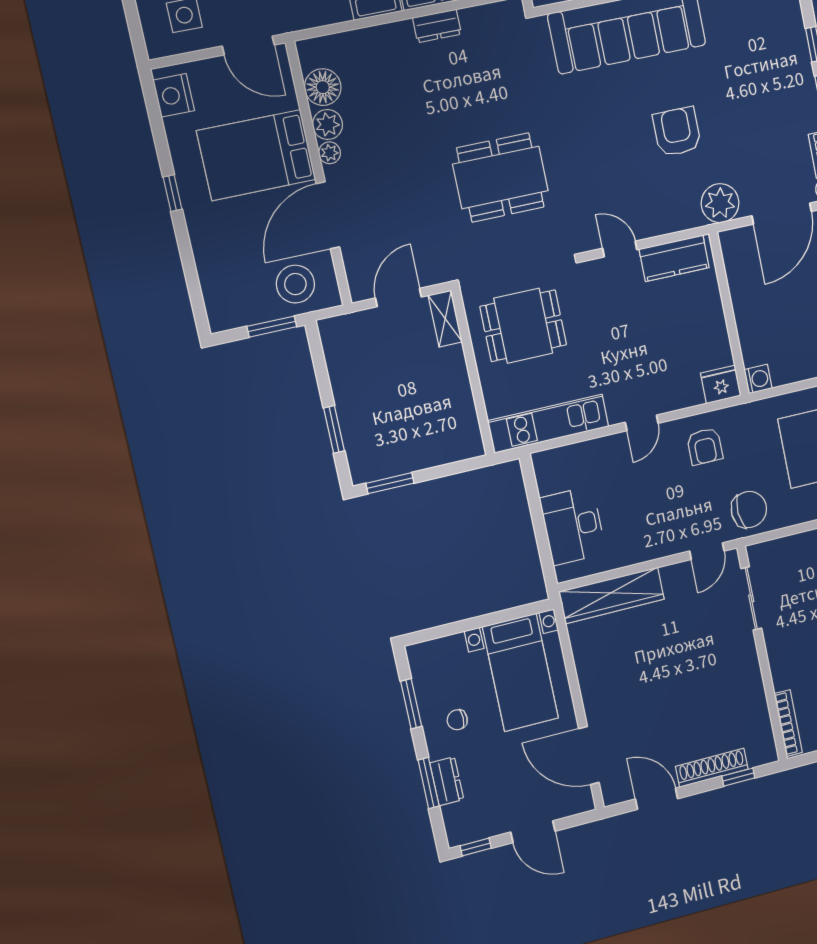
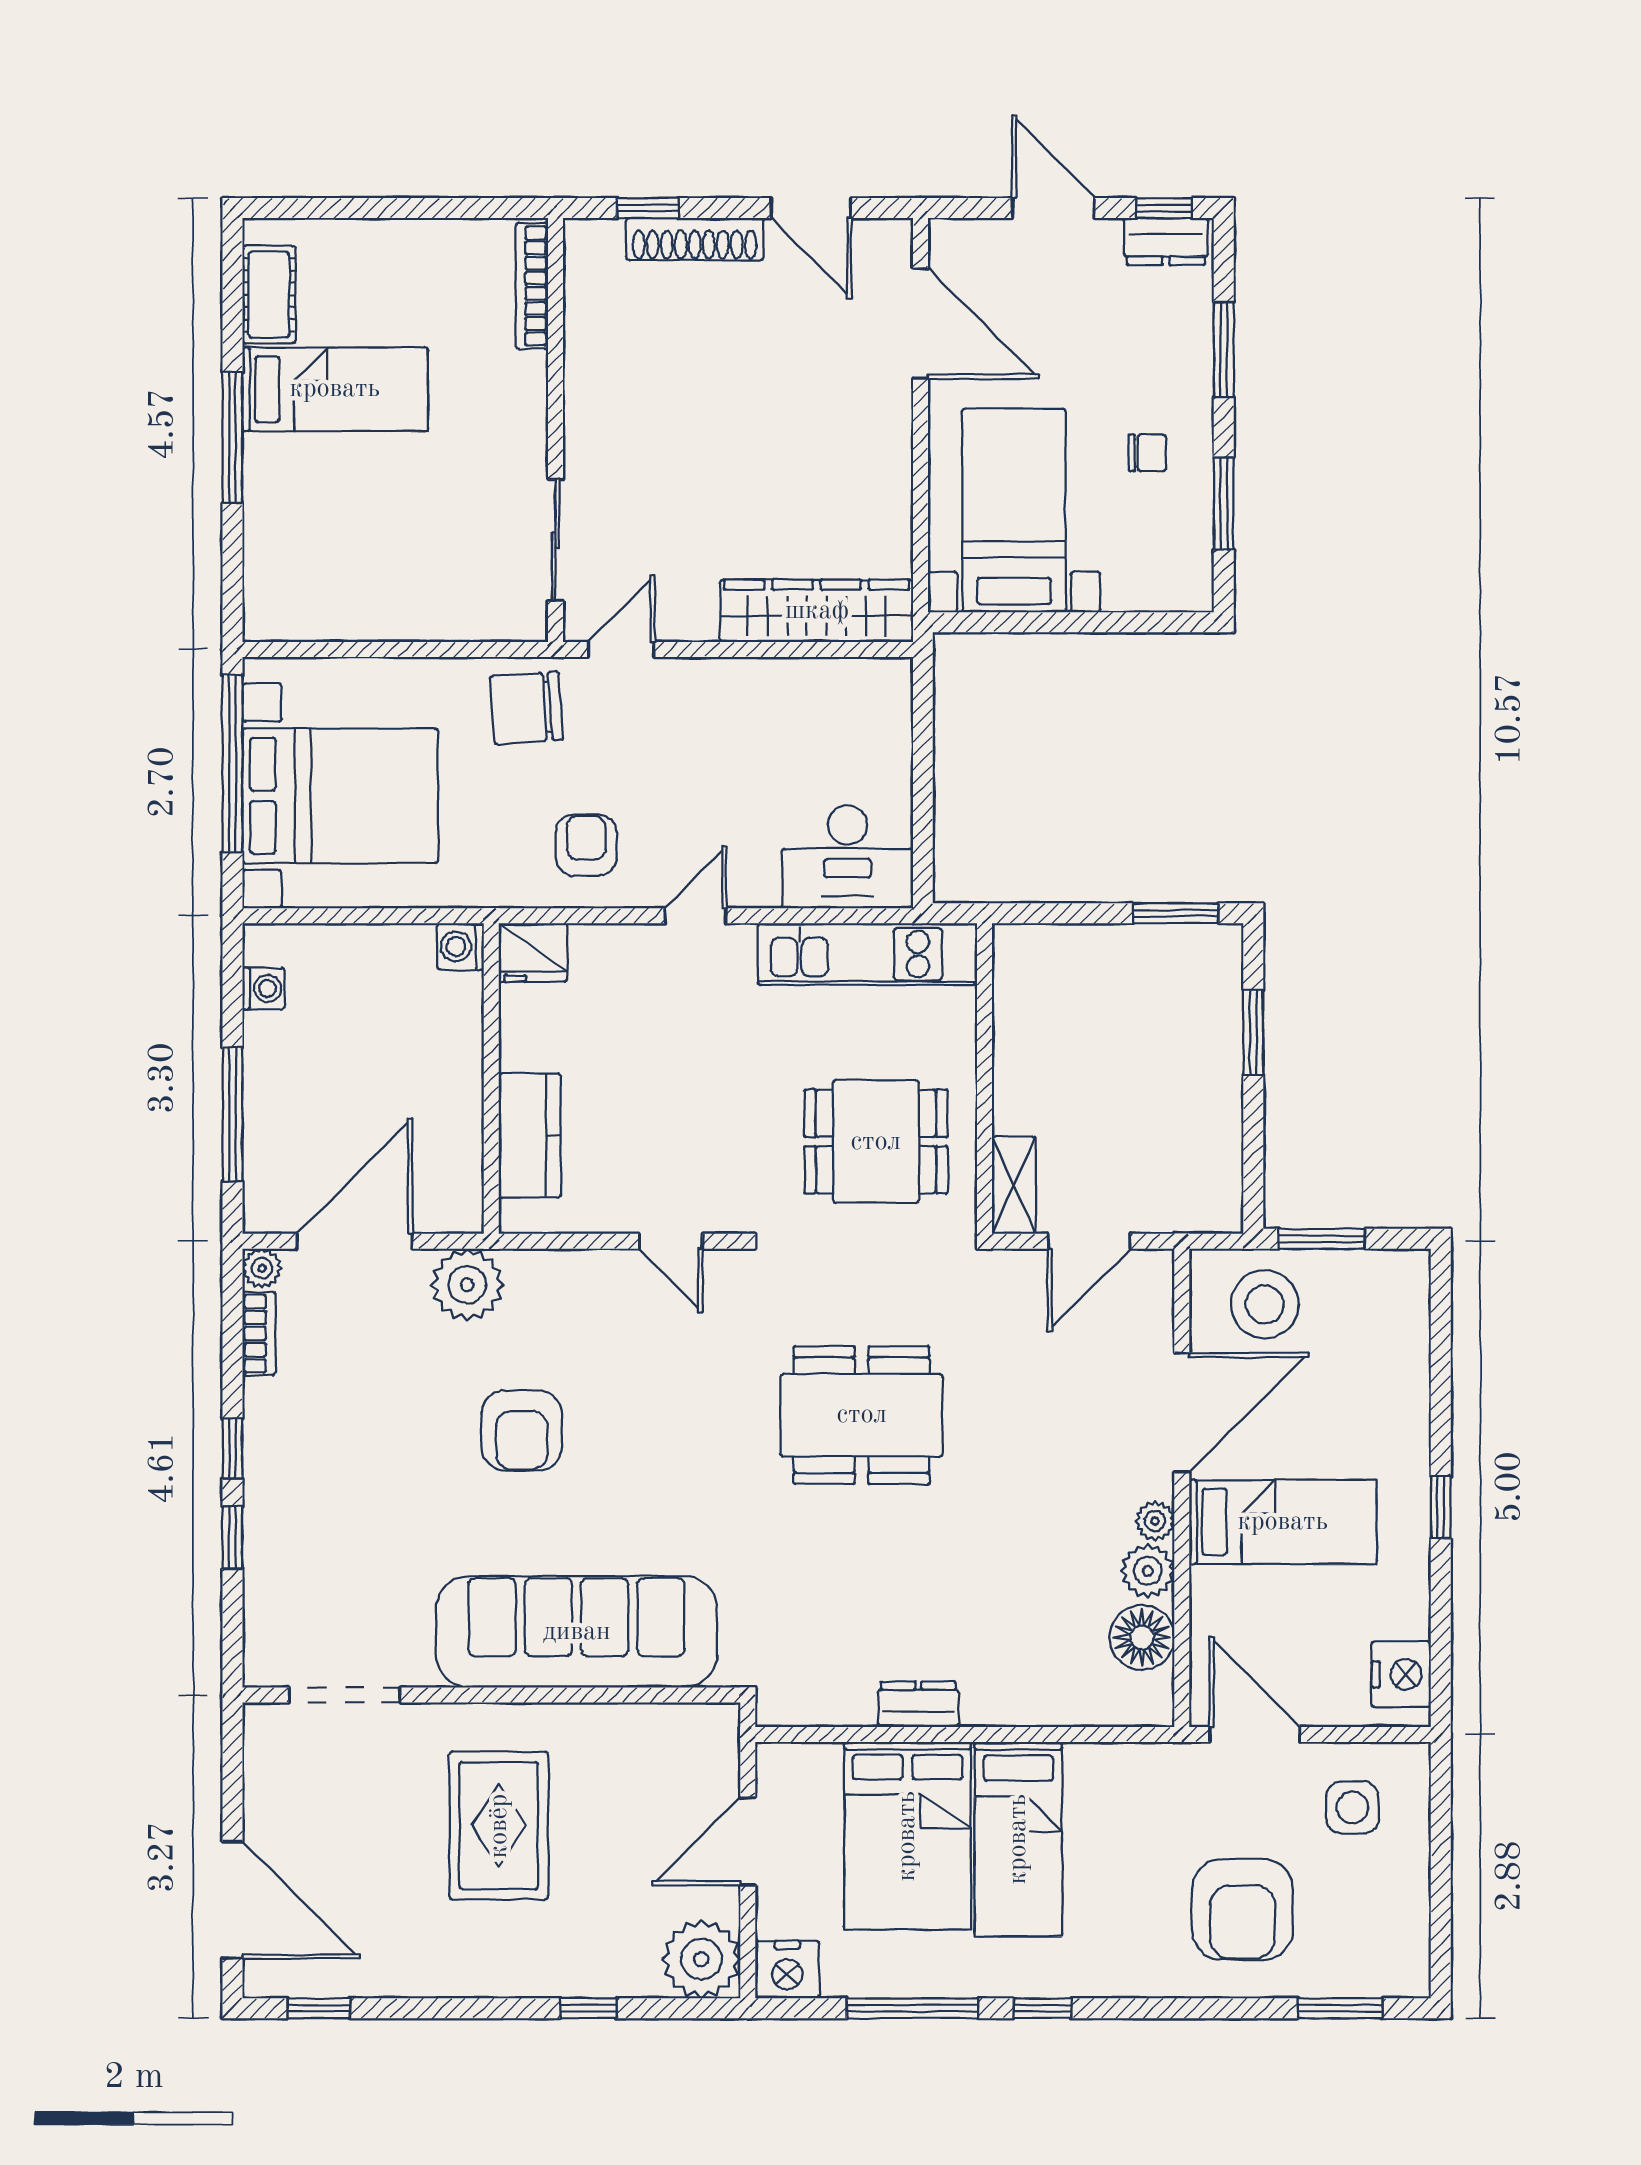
bed: (256, 155) -> (1283, 1522), width x0.67
kitchen counter: (674, 258) -> (530, 1136), moved, turned 90
desk: (573, 526) -> (847, 857), moved, turned 90
dresser: (447, 781) -> (1166, 242), moved, turned -90

